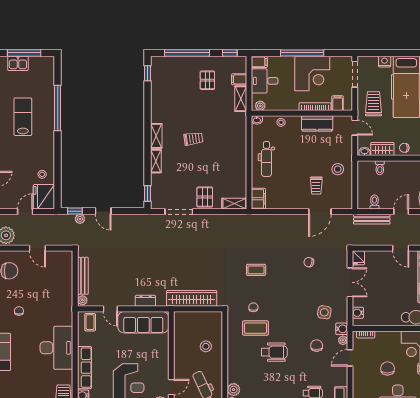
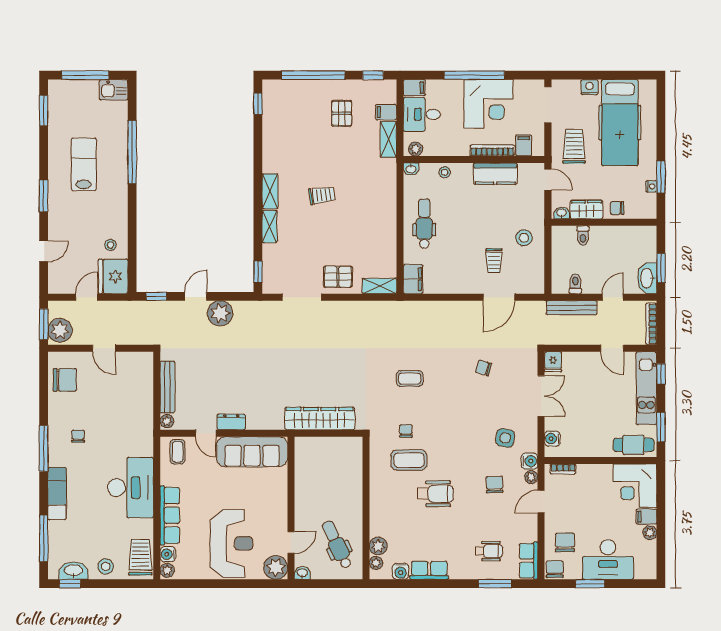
kitchen sink: (18, 63) -> (114, 90), moved
dental chair: (266, 159) -> (424, 224), turned 180
pallet: (205, 197) -> (338, 277), turned 90
door: (103, 211) -> (196, 296), swing flipped
plant: (80, 219) -> (220, 313), moved, width x1.88, depth x1.88
dresser: (145, 301) -> (231, 422), moved
stool: (206, 346) -> (340, 486), removed
chair: (388, 368) -> (565, 542), moved

